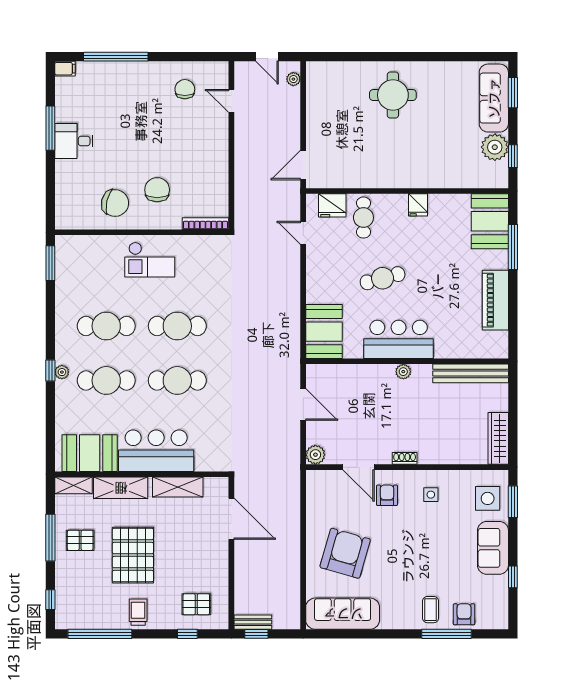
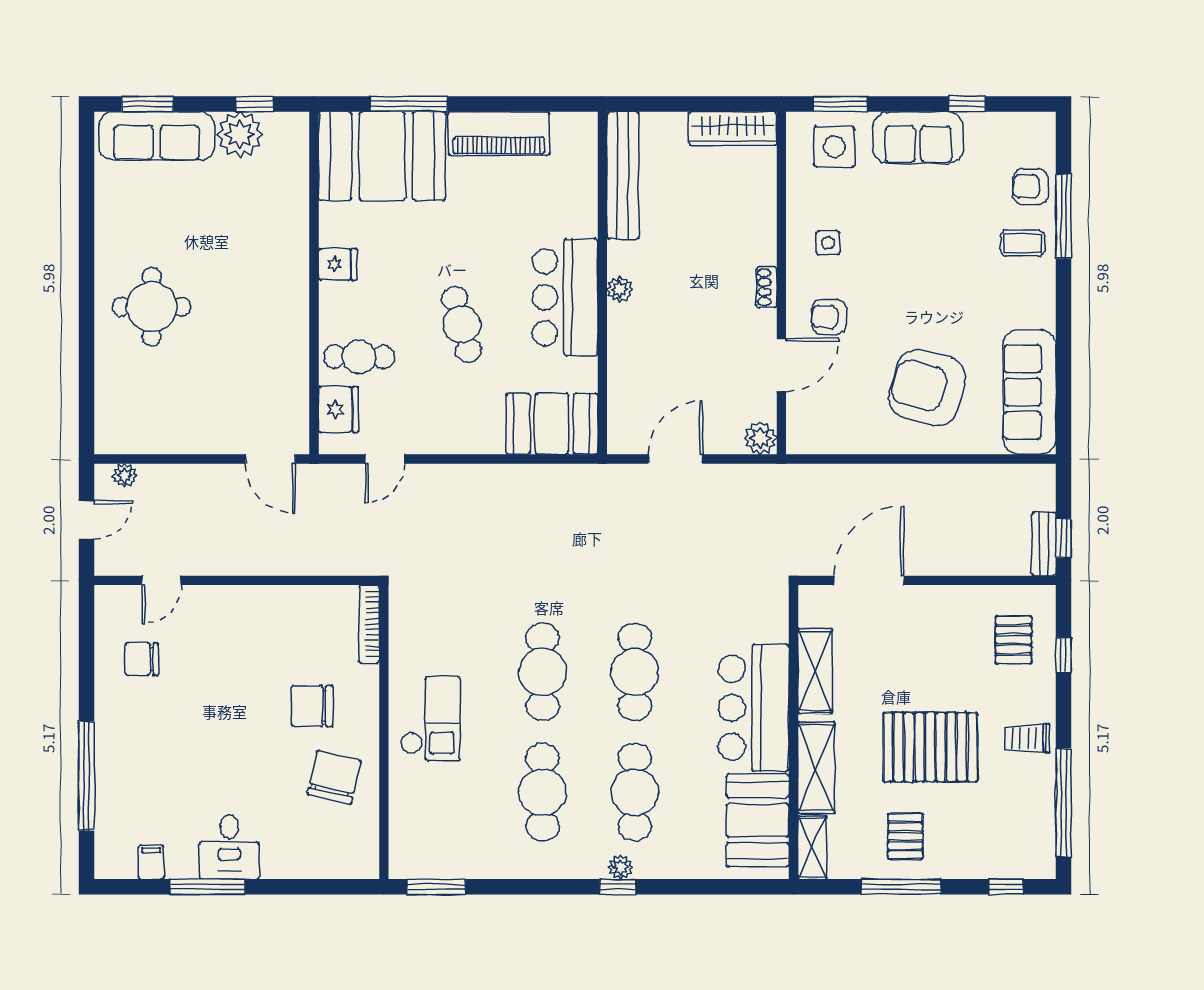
filing cabinet: (65, 69) -> (151, 862), moved
booth: (490, 221) -> (382, 156), width x1.36, depth x1.42

